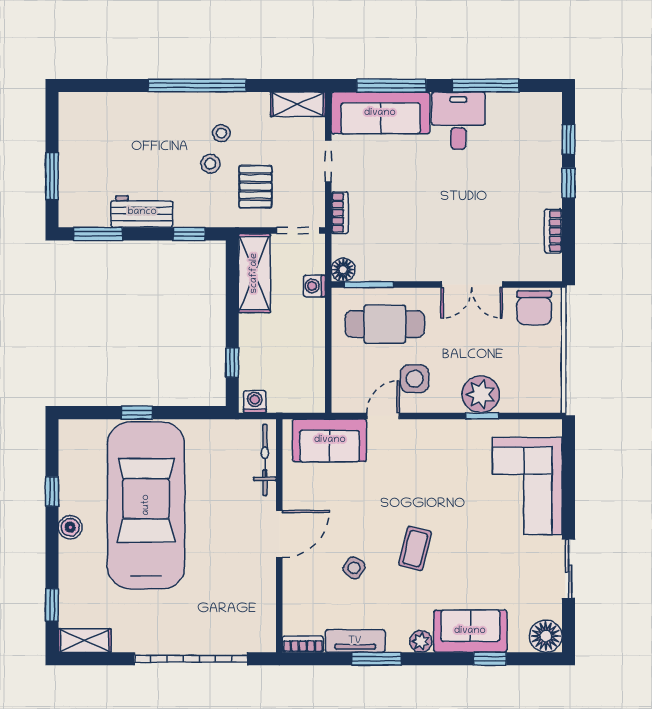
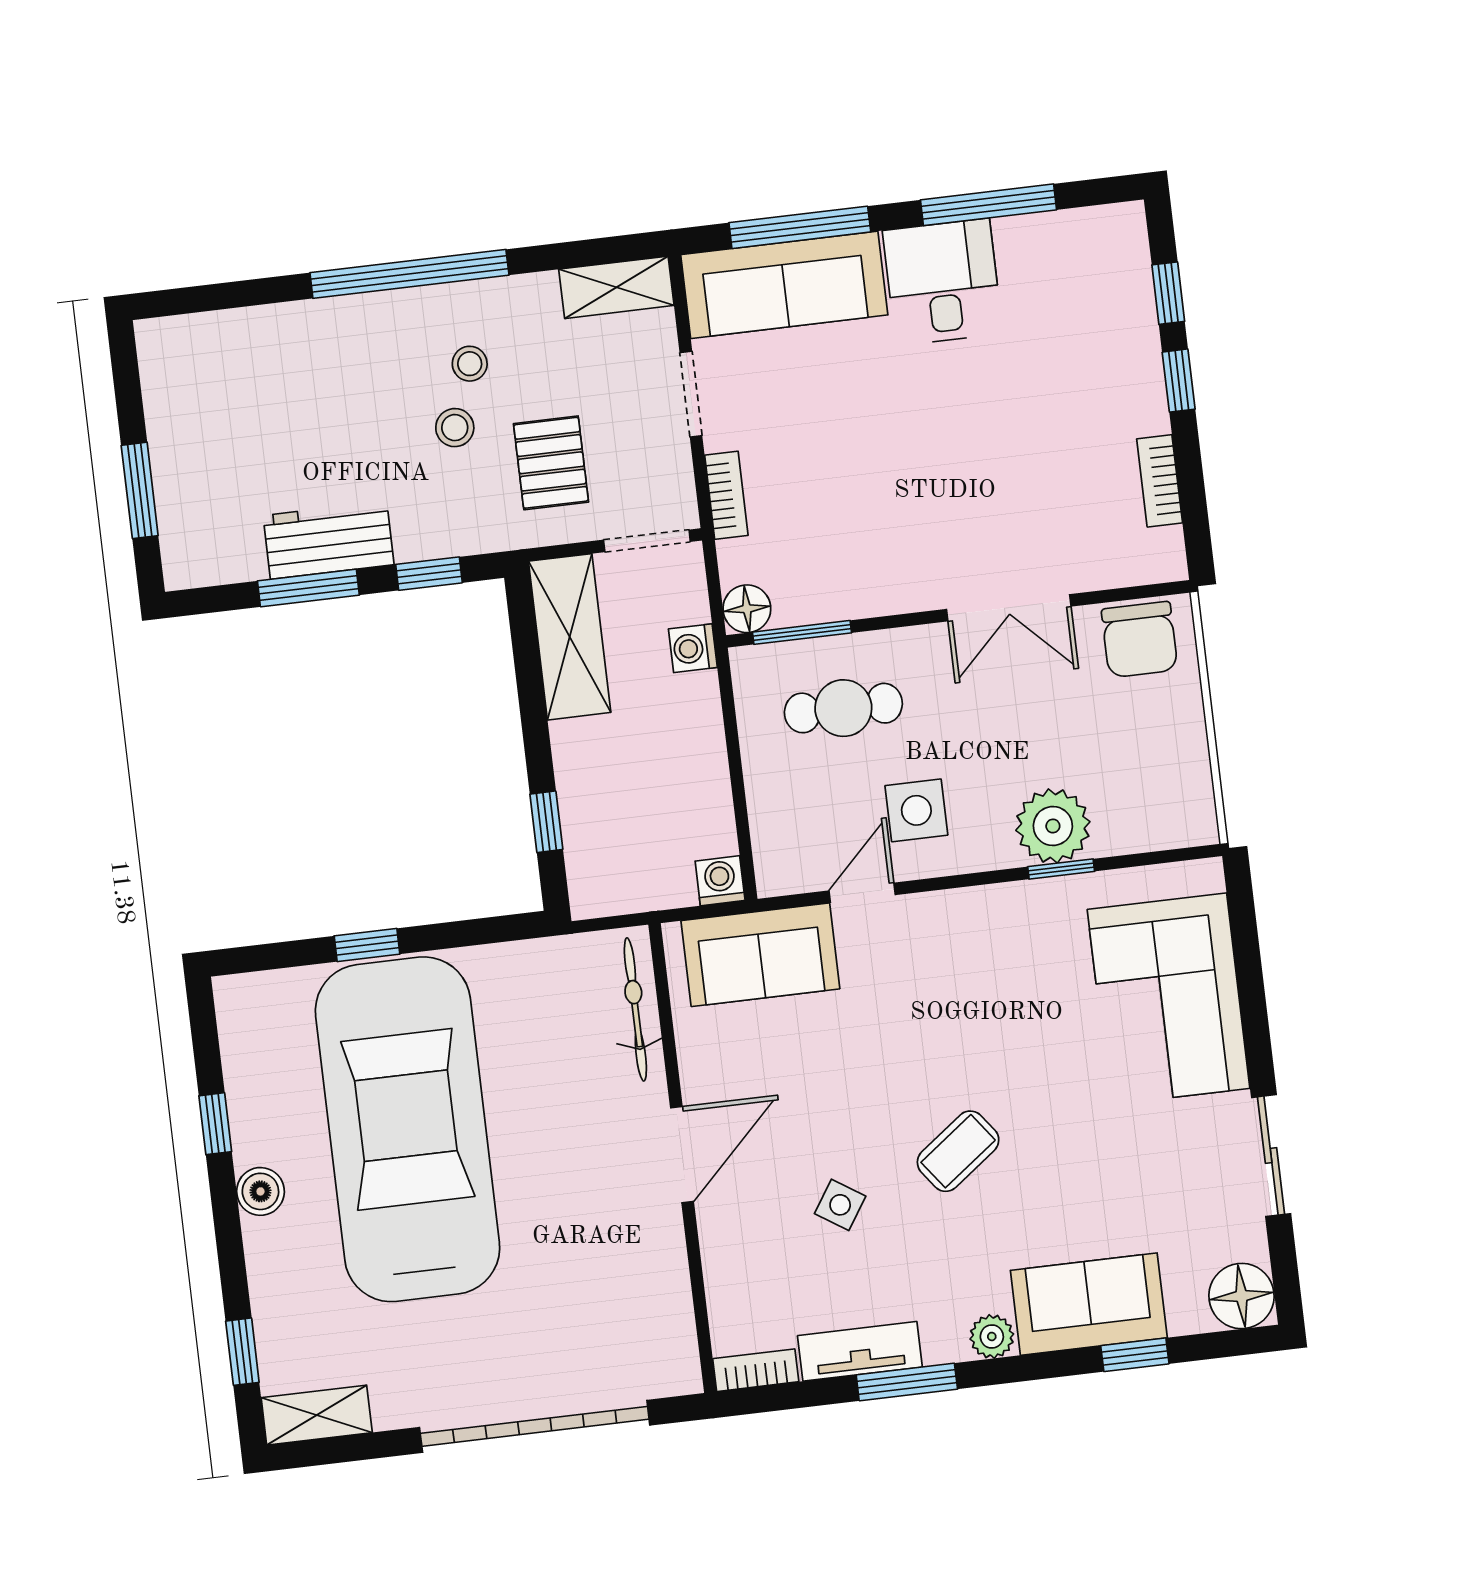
window: (98, 234) -> (308, 588), moved
cafe table: (385, 324) -> (843, 708), width x0.73, depth x0.74
washing machine: (255, 402) -> (720, 881), moved
coffee table: (415, 548) -> (958, 1151), turned 39

